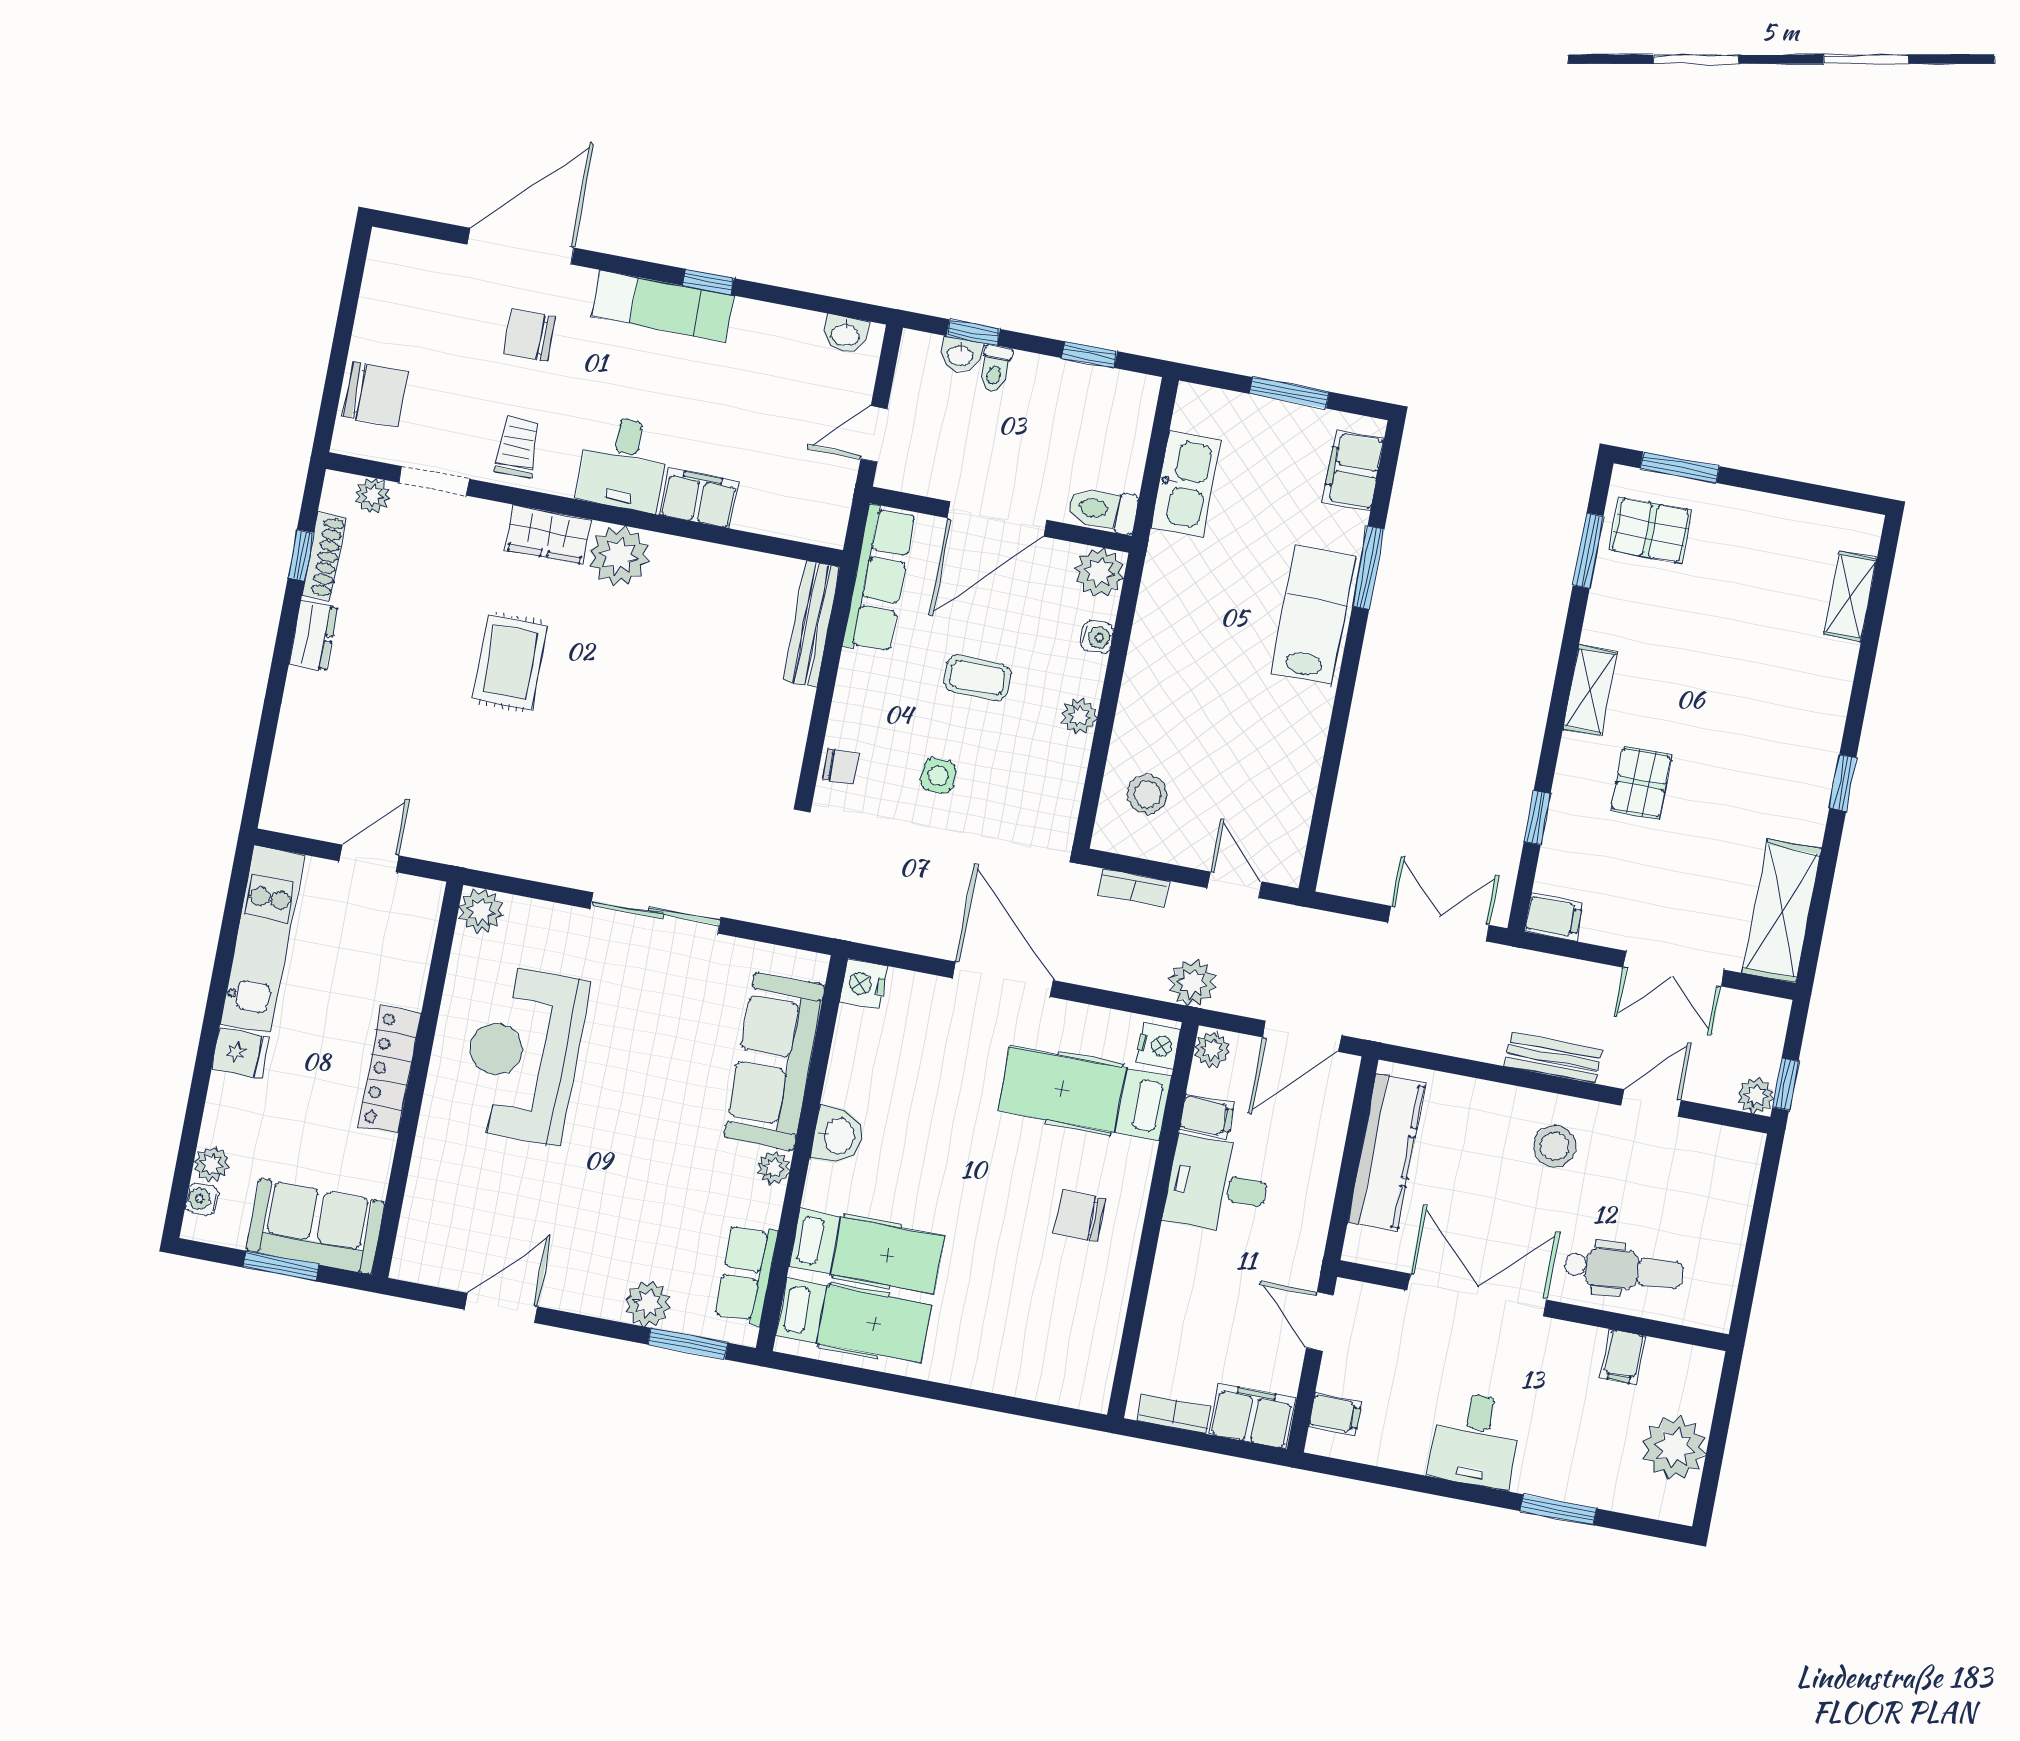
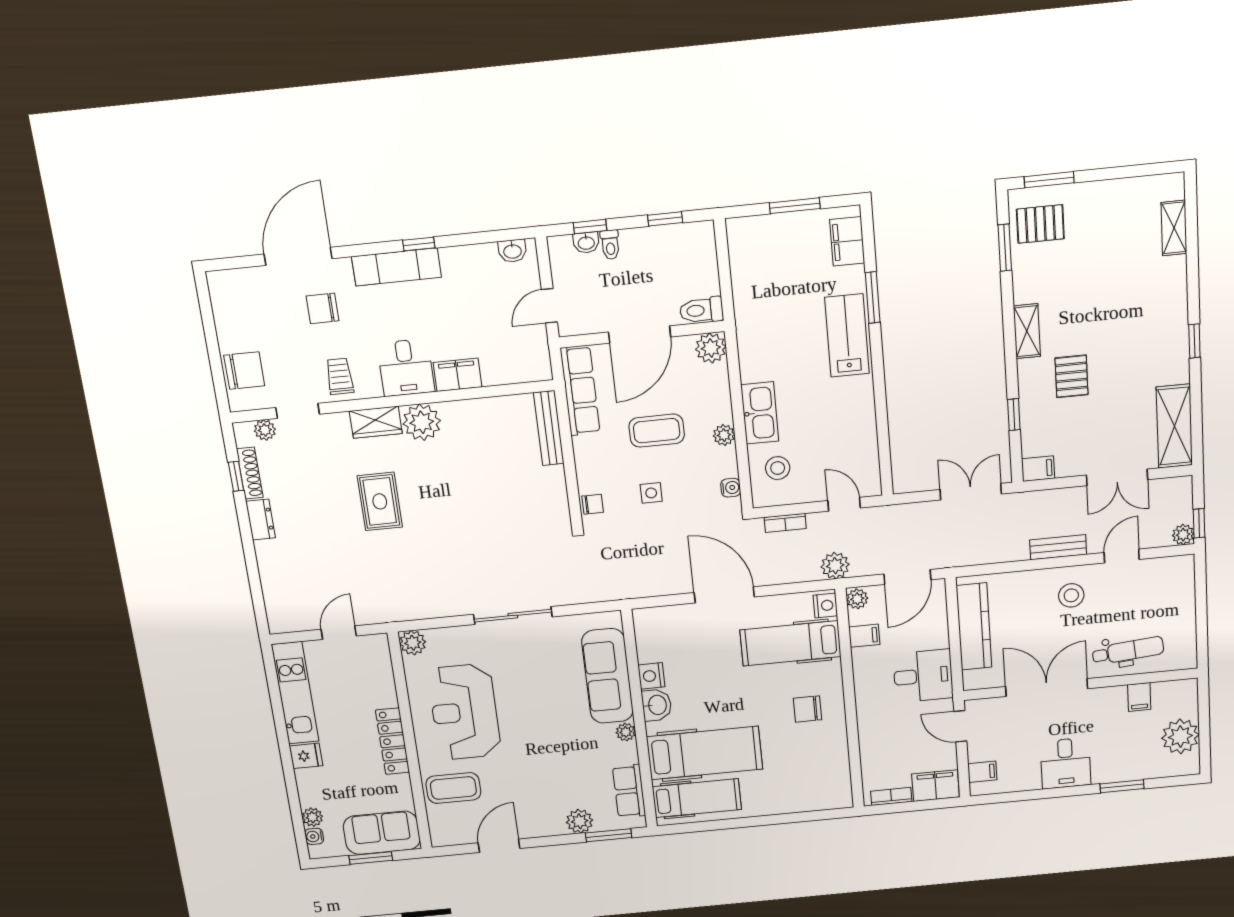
kitchen sink: (1186, 484) -> (760, 413), moved
water cooler: (1097, 637) -> (731, 488), moved
coffee table: (977, 678) -> (657, 431), width x1.36, depth x1.30
nightstand: (864, 984) -> (651, 676), moved
coffee table: (461, 1182) -> (453, 788), added
desk: (1217, 1186) -> (923, 676), moved, turned 180
hospital bed: (867, 1251) -> (705, 753), width x1.37, depth x1.29

